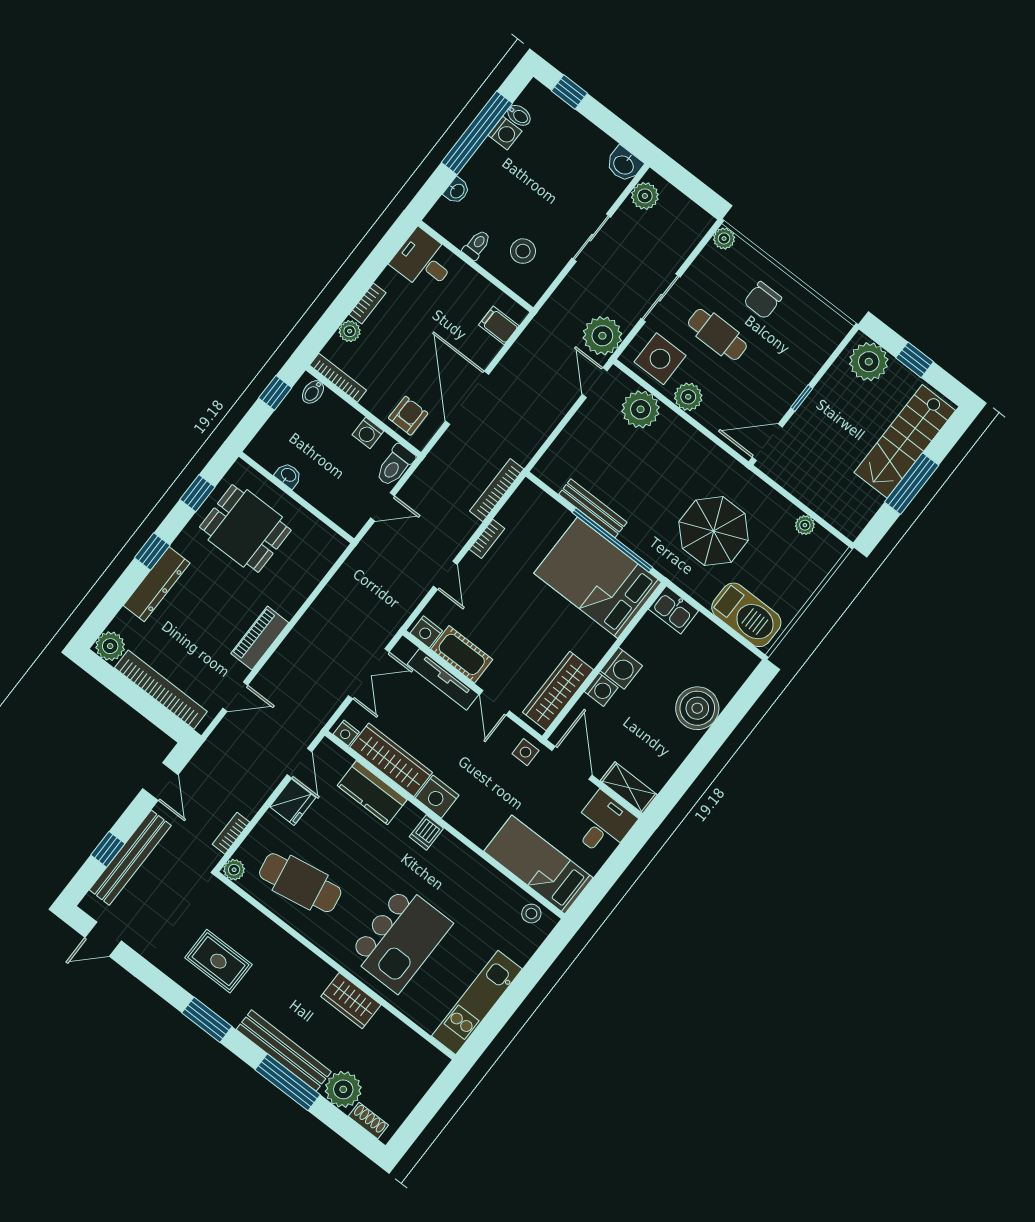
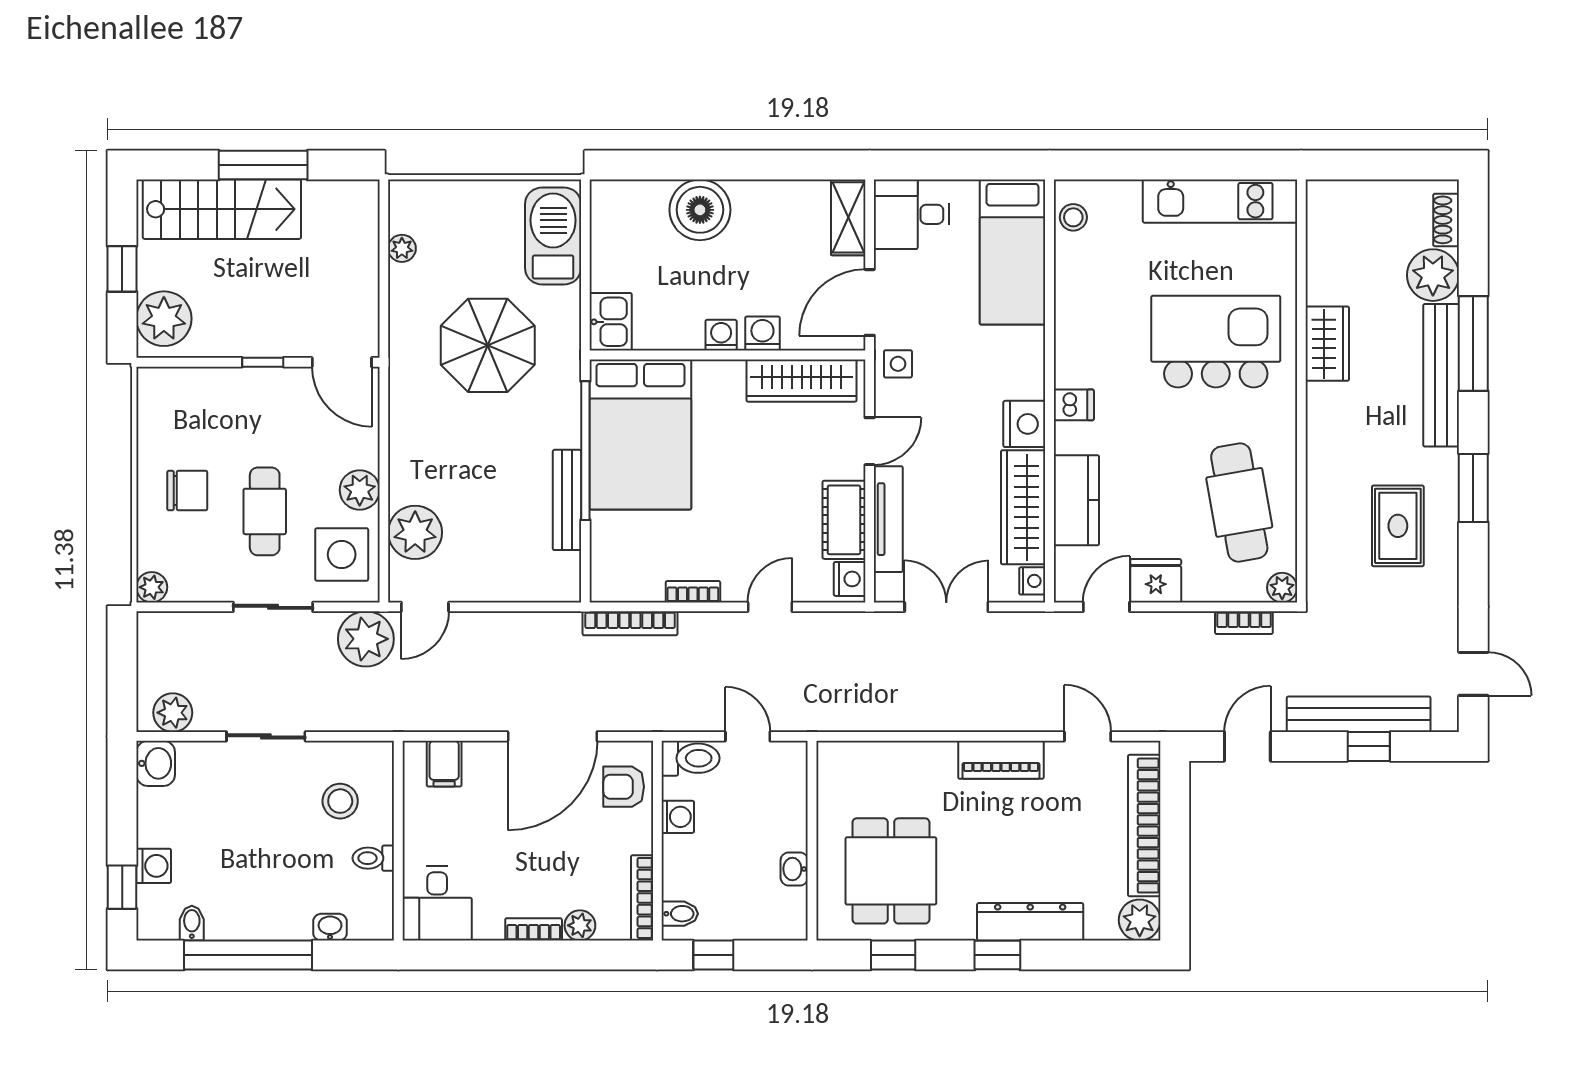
washing machine: (505, 133) -> (154, 866), moved, turned 90
washing machine: (621, 668) -> (721, 335), width x0.73, depth x0.73

